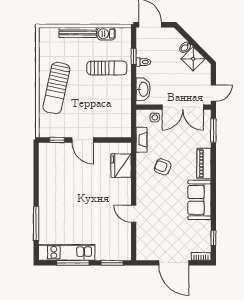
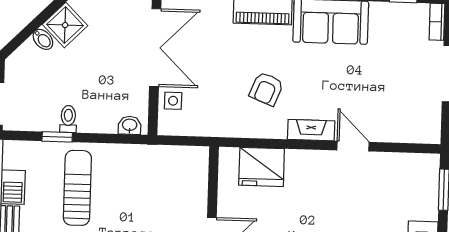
washbasin: (143, 89) -> (130, 125), width x0.52, depth x0.69
fireplace: (141, 140) -> (311, 130), moved
door: (134, 214) -> (353, 146), swing flipped

